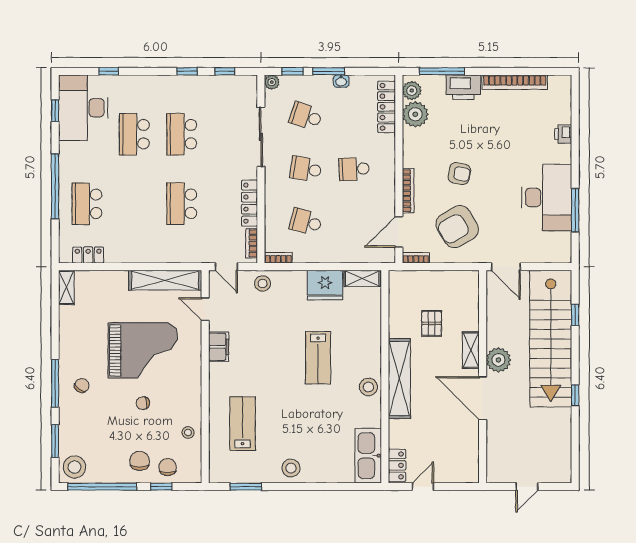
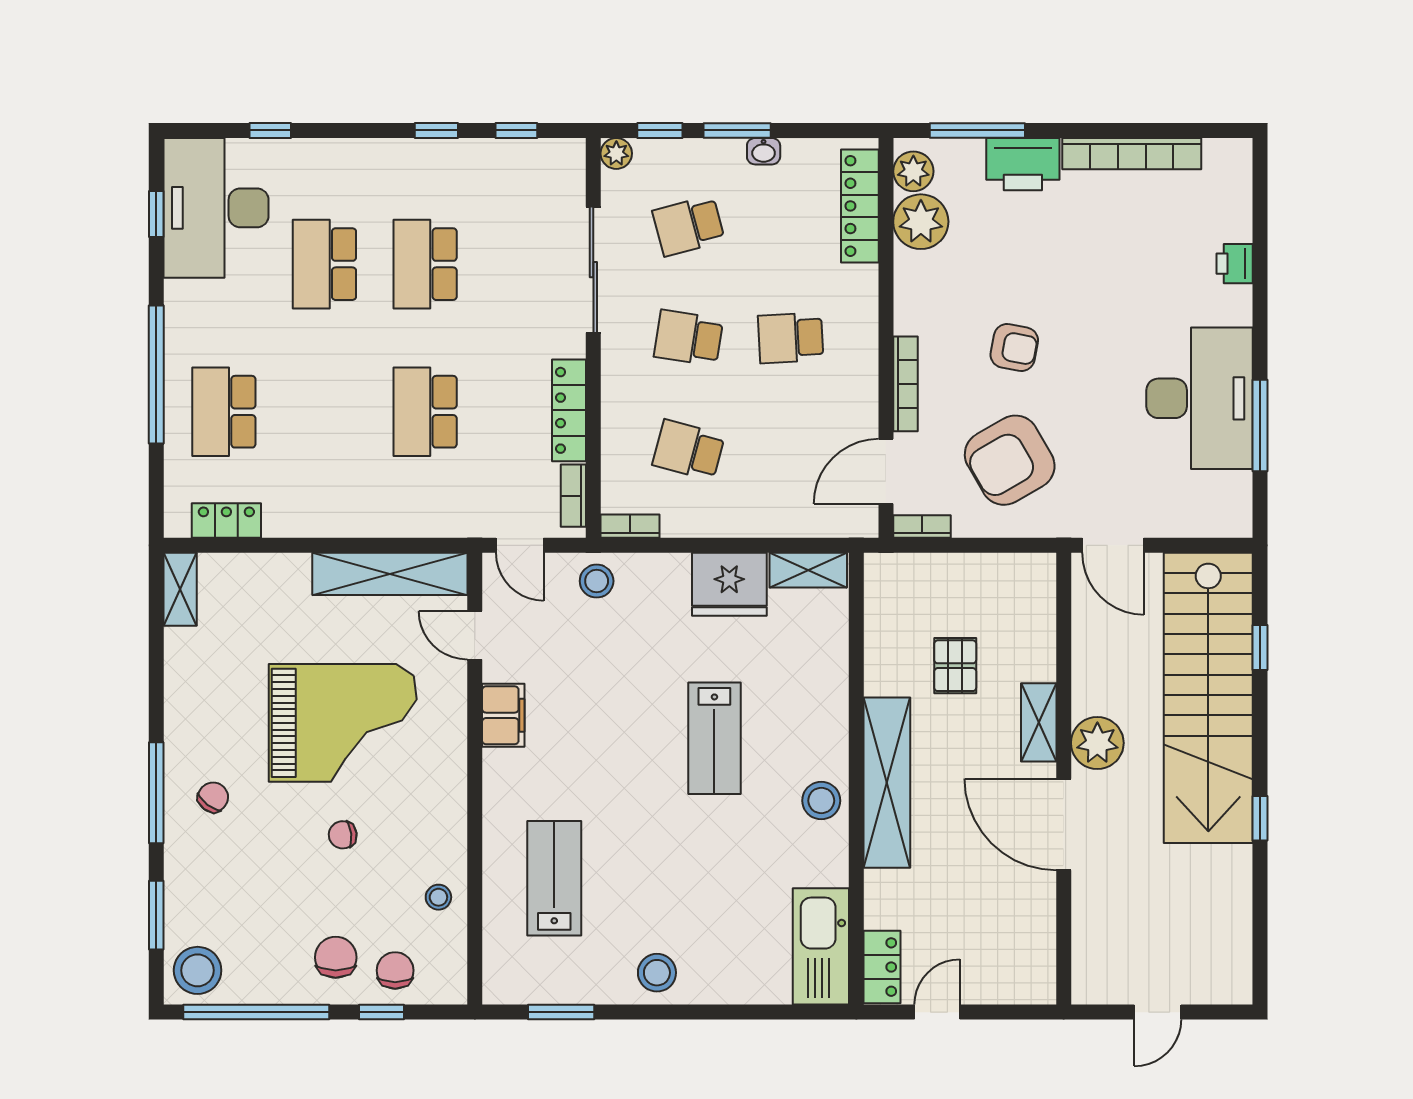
school desk: (306, 116) -> (689, 226), turned -33

